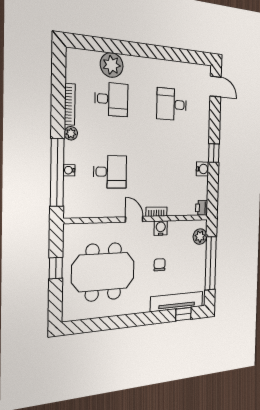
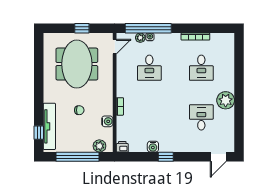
plant: (112, 65) -> (226, 100), moved
plant: (71, 133) -> (140, 38), moved
door: (134, 219) -> (115, 47), moved
water cooler: (161, 228) -> (107, 121), moved

